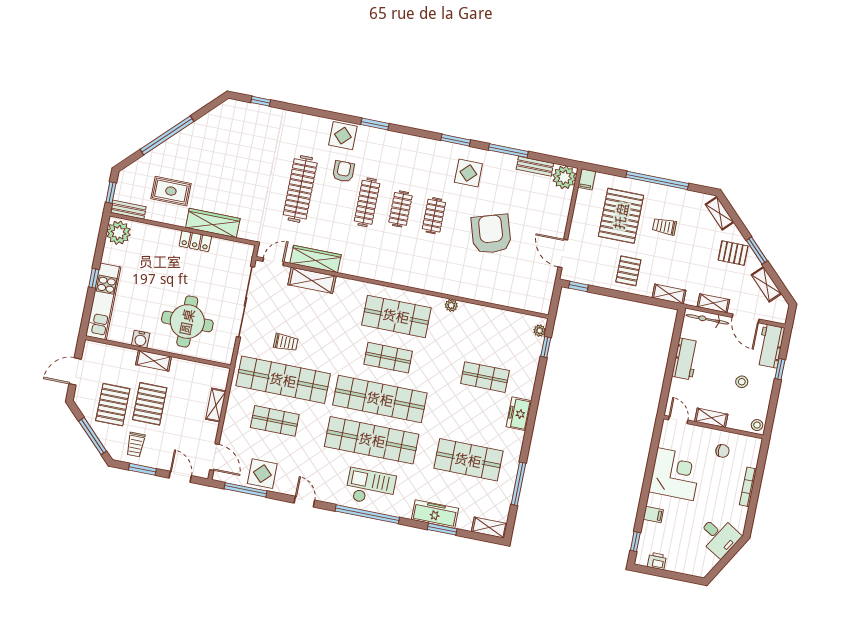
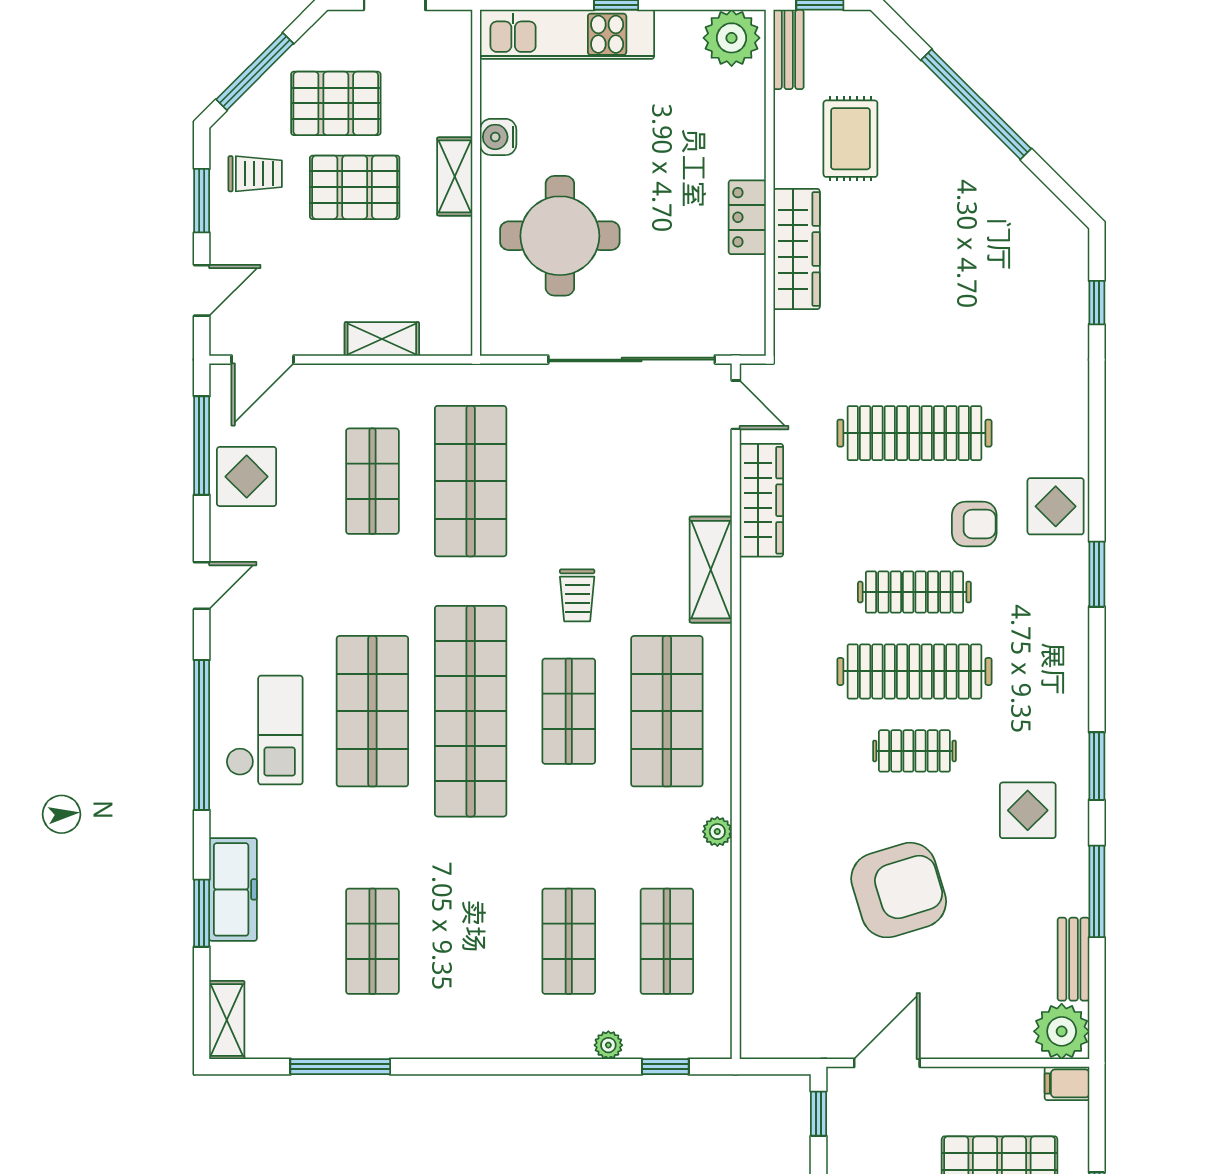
clothes rail: (400, 209) -> (914, 671), width x1.86, depth x1.31
shelving: (312, 280) -> (711, 570), moved
plant: (540, 331) -> (608, 1045), moved
shop shelf: (493, 336) -> (667, 941), added
trolley: (286, 342) -> (577, 595), moved
shop shelf: (283, 380) -> (471, 481), width x0.71
freezer: (519, 414) -> (500, 1036), removed
shop shelf: (372, 440) -> (372, 711), width x0.71
trolley: (136, 445) -> (255, 174), turned 180
shop shelf: (468, 460) -> (372, 941), width x0.70, depth x0.74

